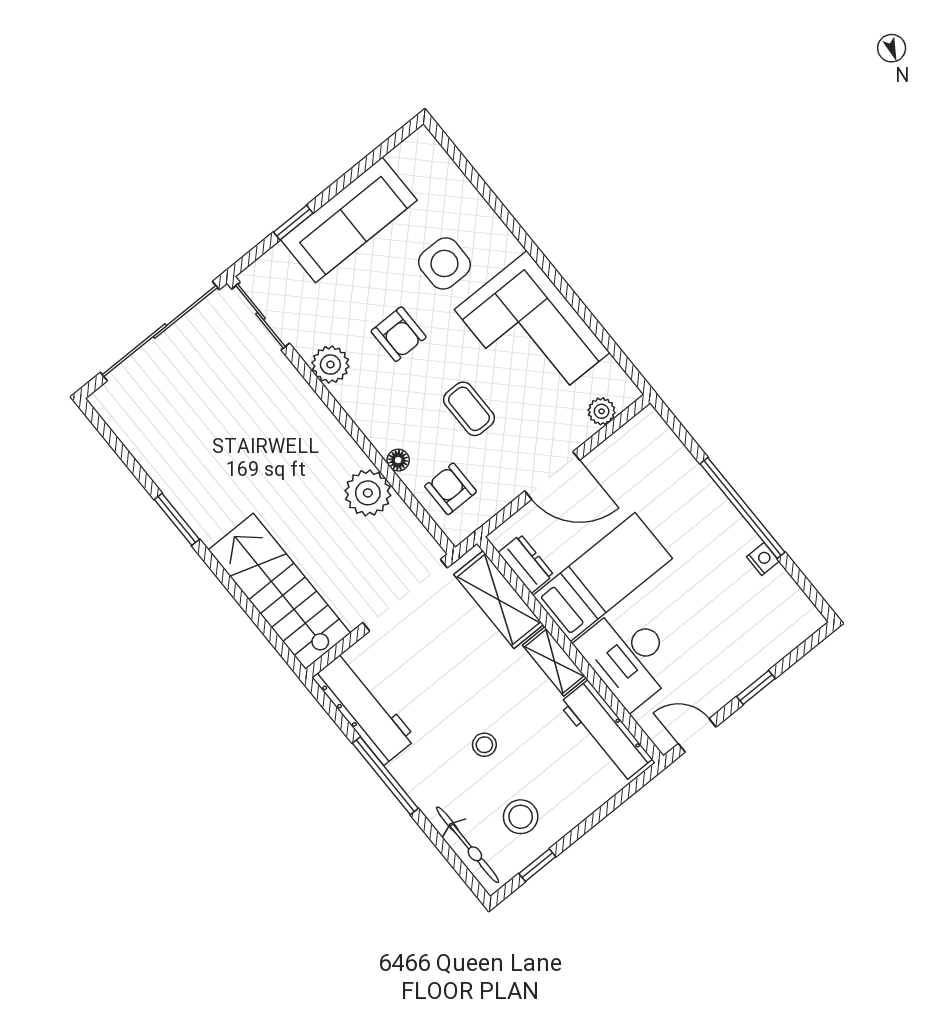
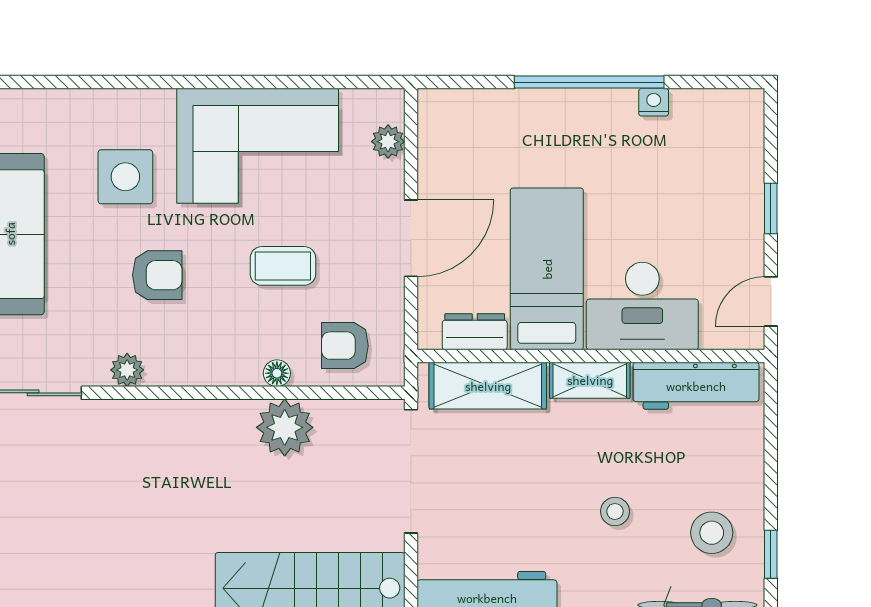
plant: (330, 365) -> (127, 370), width x0.73, depth x0.73

